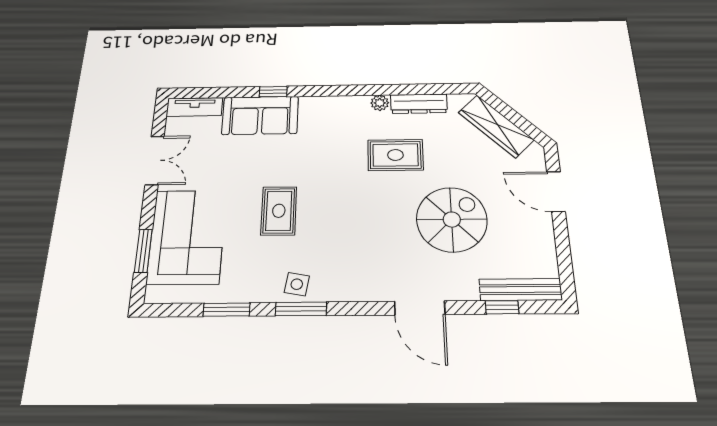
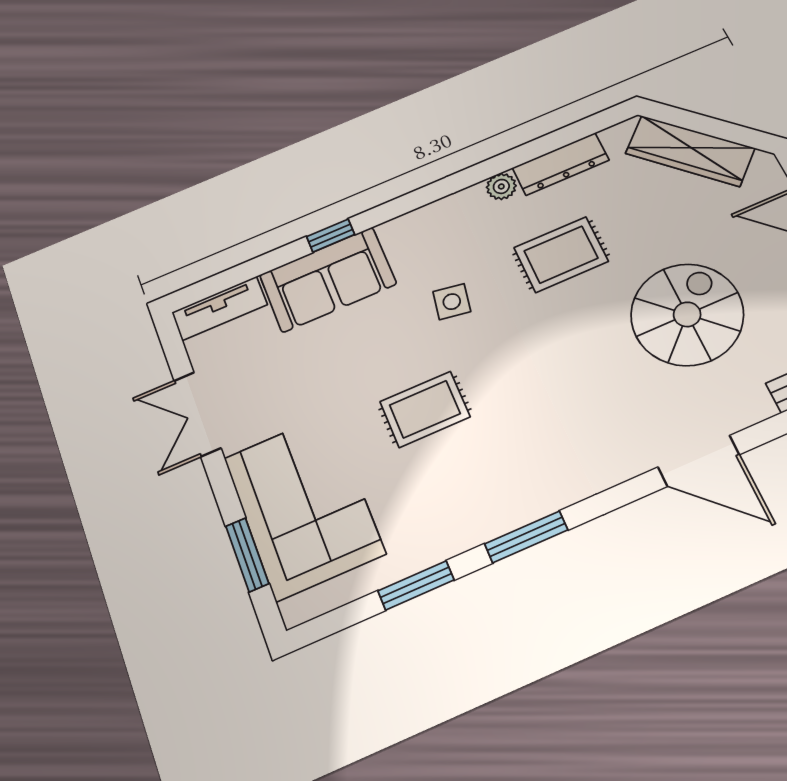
double door: (155, 160) -> (197, 414), swing flipped
rug: (279, 211) -> (425, 409), turned 90
side table: (297, 284) -> (452, 302), moved

